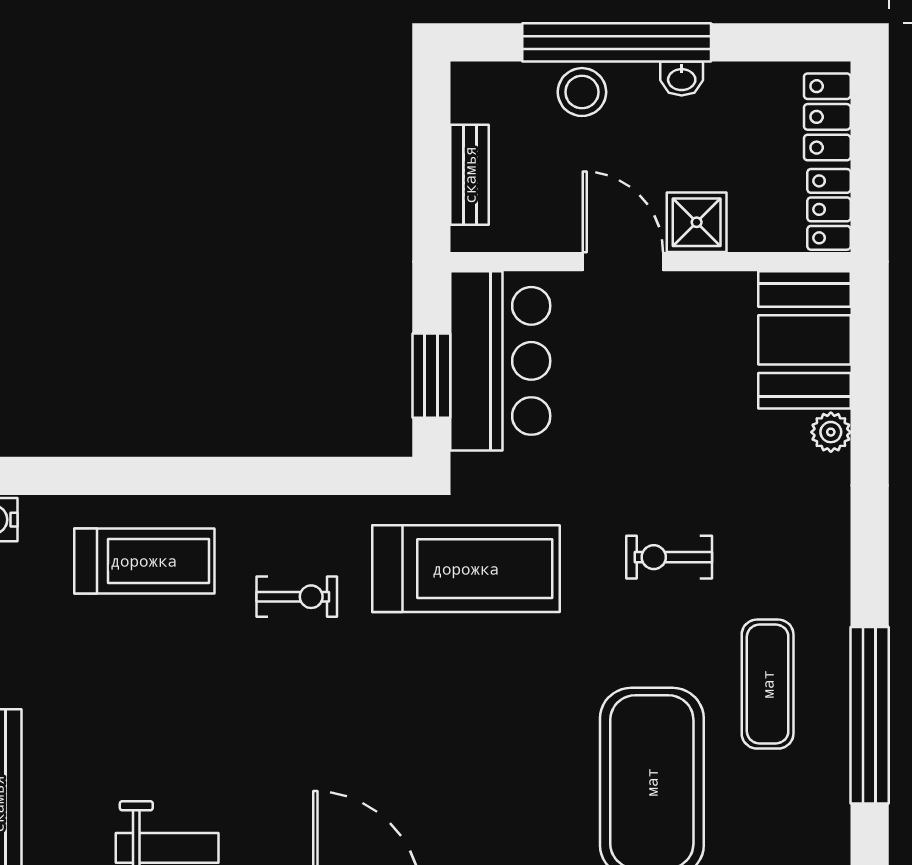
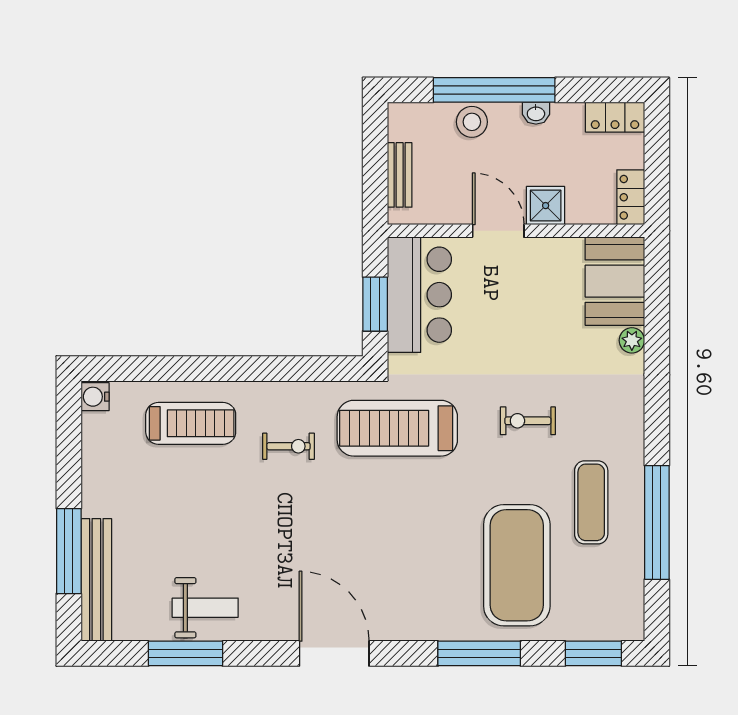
locker: (827, 117) -> (615, 117), moved, turned -90
treadmill: (466, 569) -> (397, 428), turned 180

